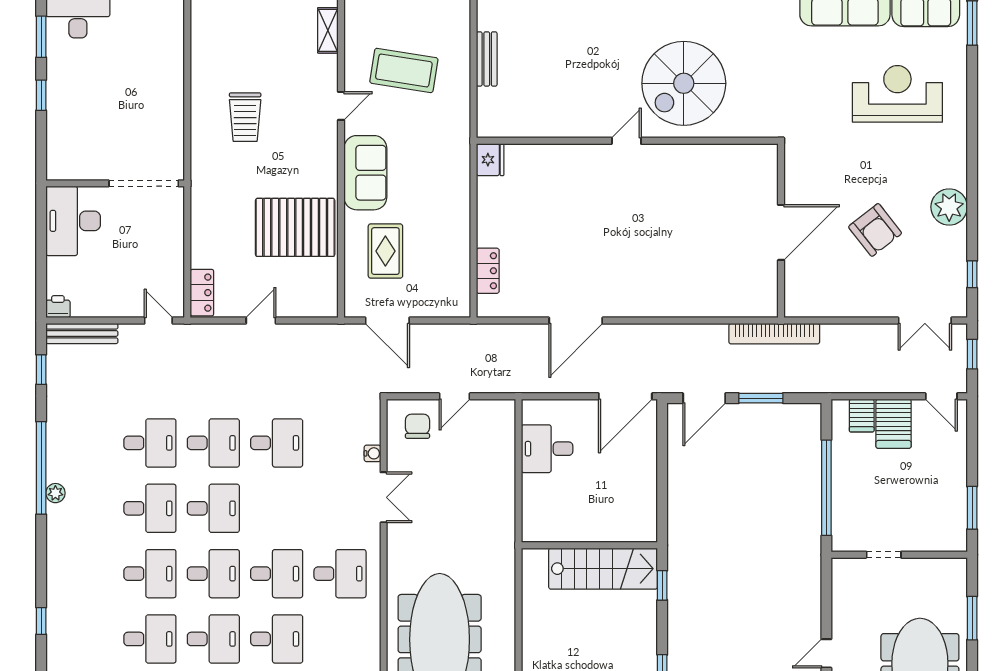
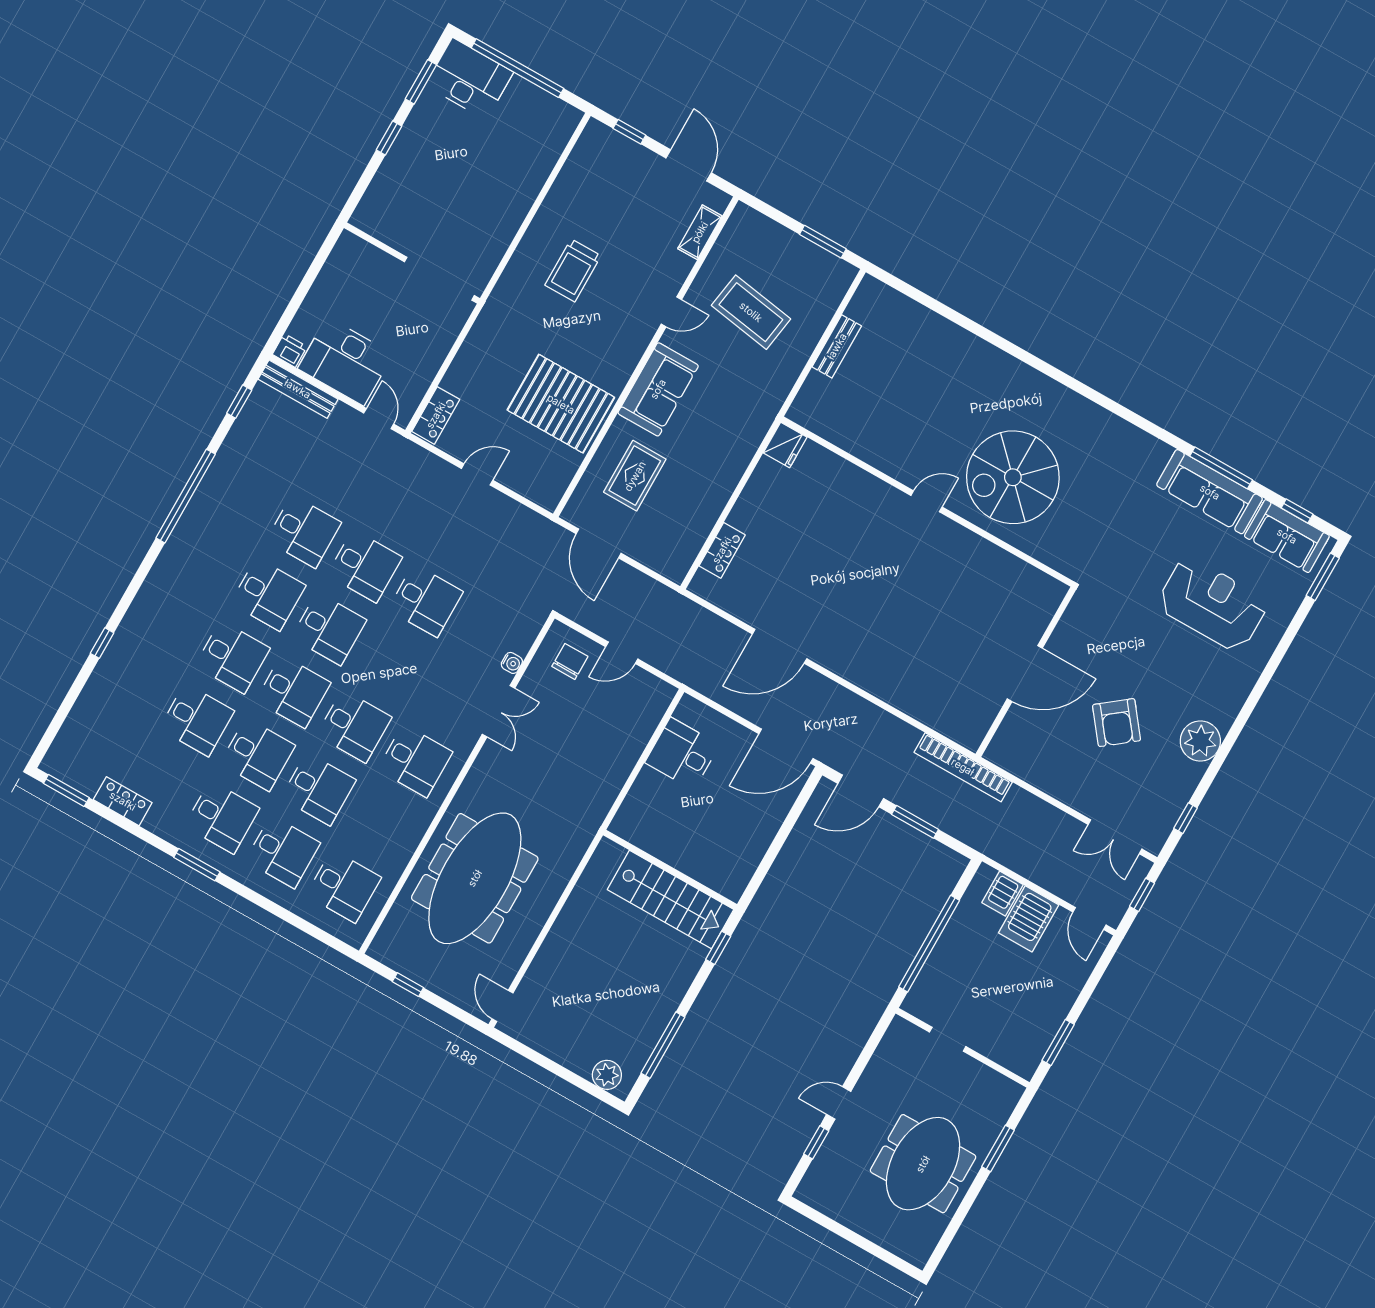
desk: (73, 221) -> (345, 361), moved, turned -90
plant: (55, 493) -> (186, 528), removed

